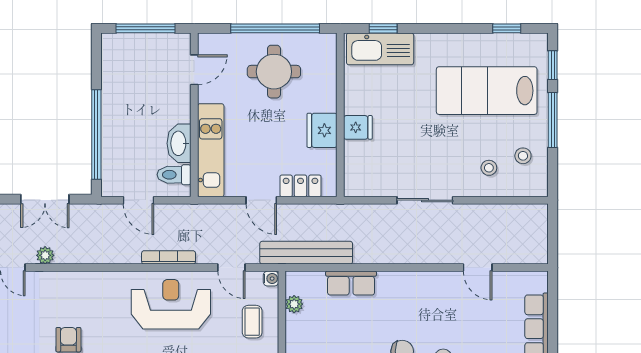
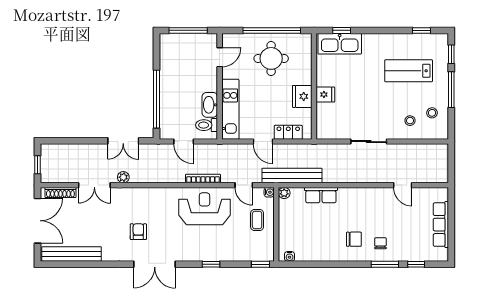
lab bench: (487, 91) -> (409, 71), width x0.73, depth x0.72
plant: (294, 304) -> (284, 193), moved

